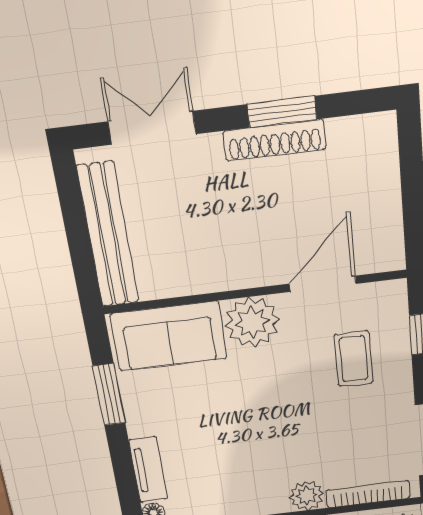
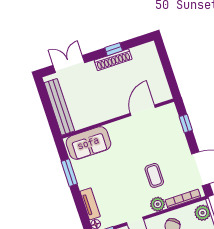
window: (282, 112) -> (114, 49), width x0.67
plant: (252, 322) -> (119, 131), removed
coffee table: (354, 359) -> (154, 175), moved

